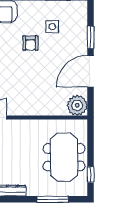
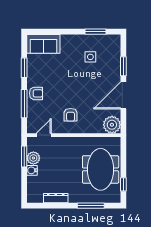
armchair: (30, 43) -> (71, 115), moved

